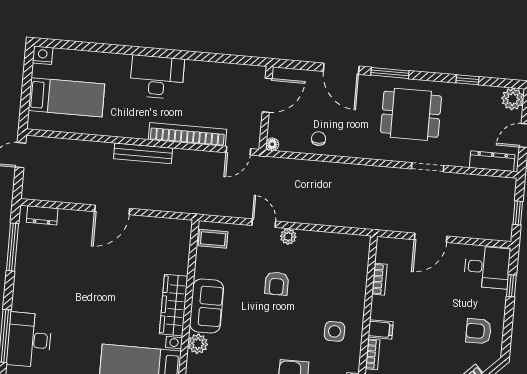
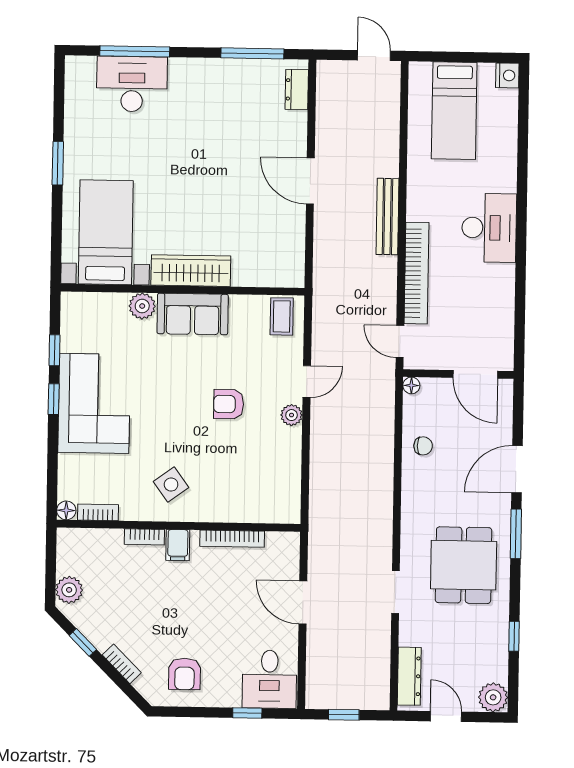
bookcase: (379, 279) -> (232, 539), width x1.56
side table: (334, 331) -> (171, 485), turned -36
armchair: (479, 331) -> (185, 674), turned 180

